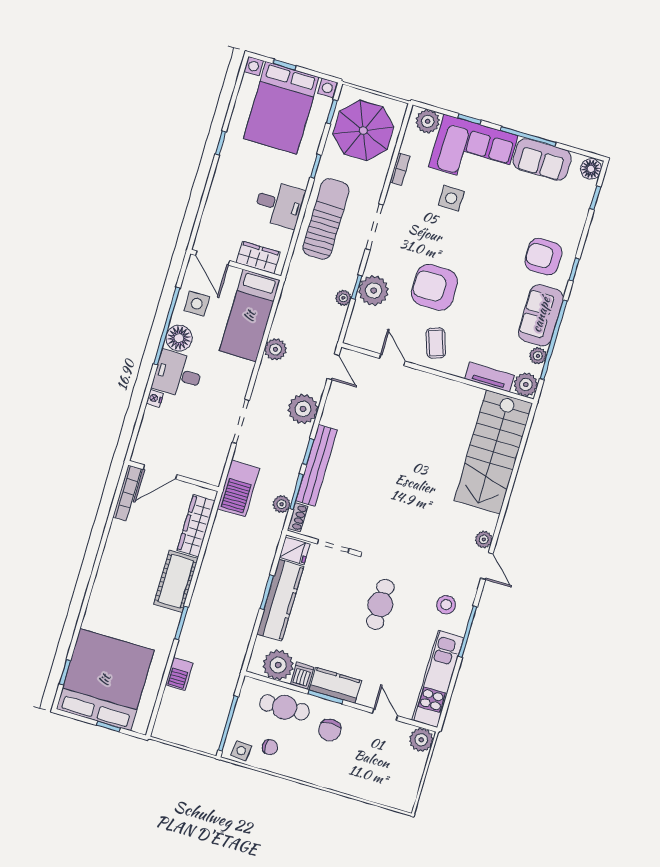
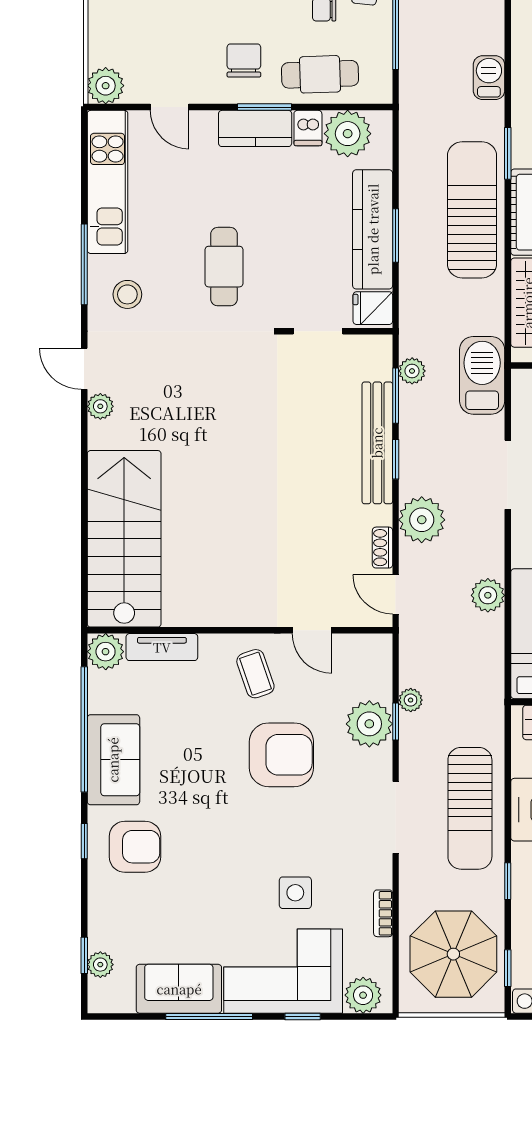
floor lamp: (591, 169) -> (103, 996), removed
plant: (538, 356) -> (100, 965), moved
shoe rack: (298, 517) -> (383, 548), moved
sun lounger: (214, 594) -> (472, 210), added

